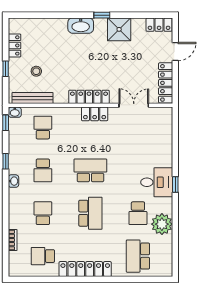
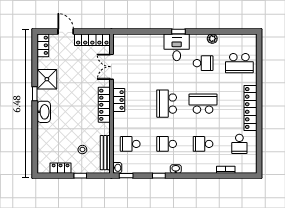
school desk: (43, 170) -> (167, 144), turned 180
plant: (162, 224) -> (212, 39), width x0.53, depth x0.53

